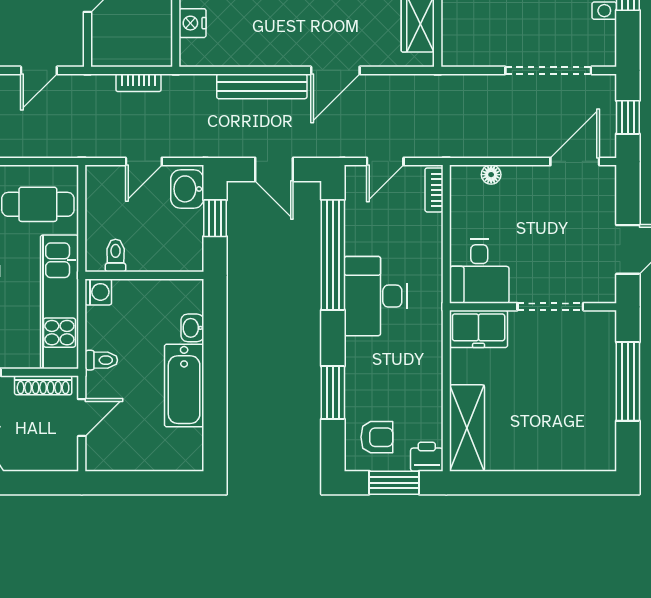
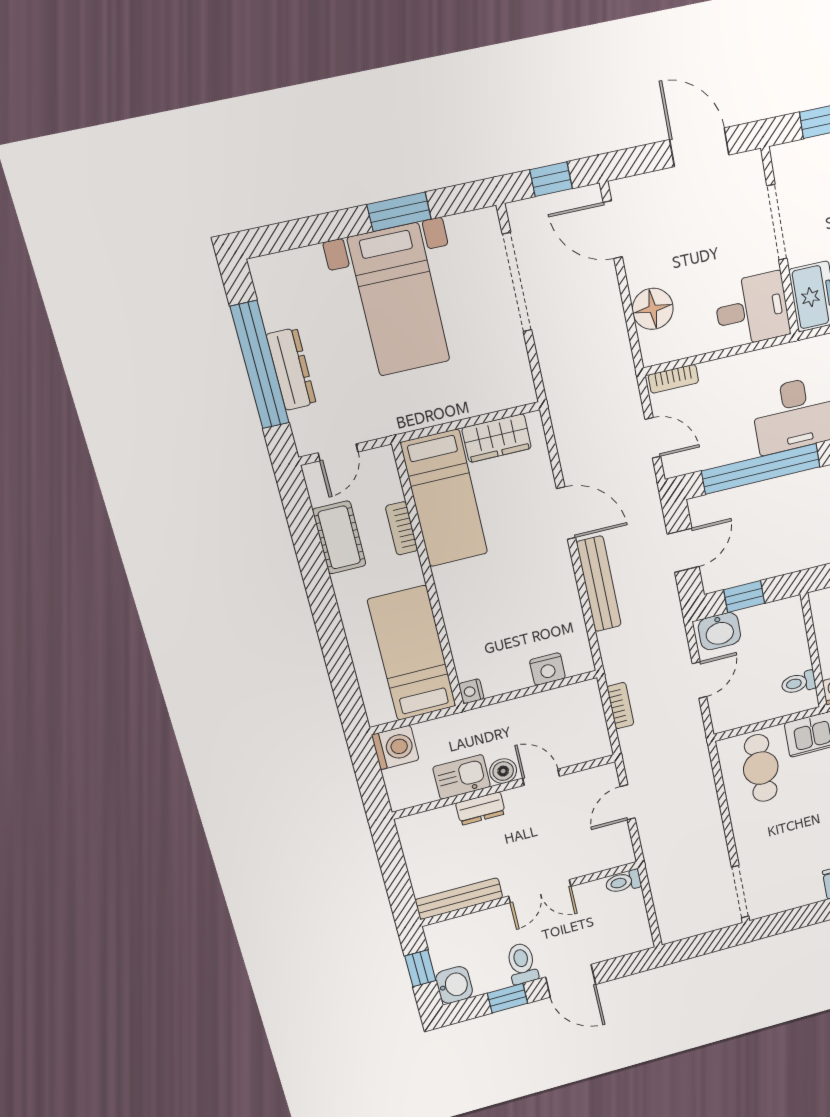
door: (39, 70) -> (628, 802), swing flipped
door: (144, 161) -> (699, 680), hinge flipped
floor lamp: (491, 175) -> (653, 309), width x1.89, depth x1.89

